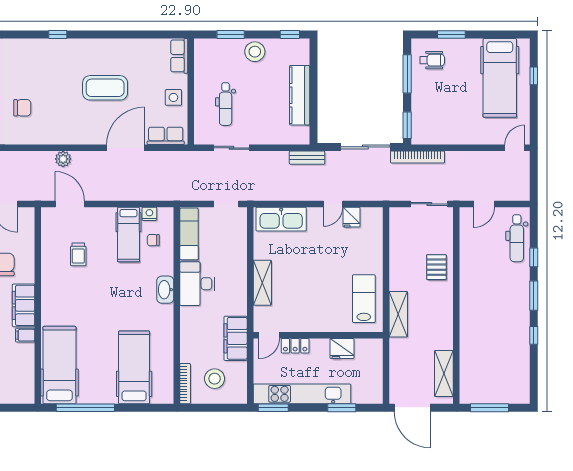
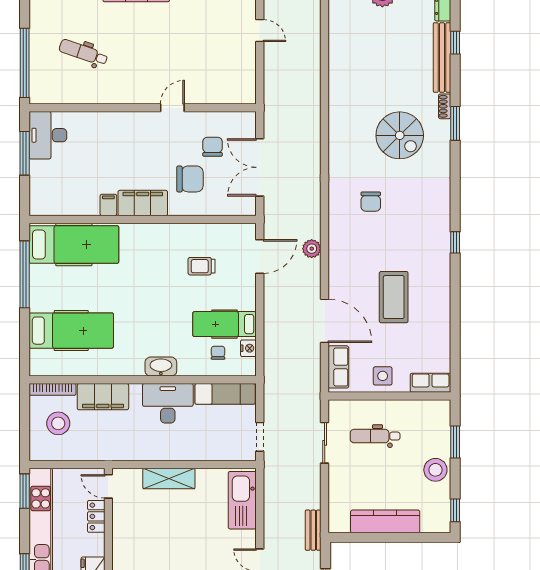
filing cabinet: (236, 338) -> (103, 397), moved, turned 180

